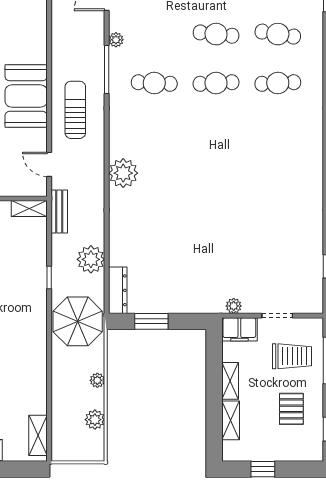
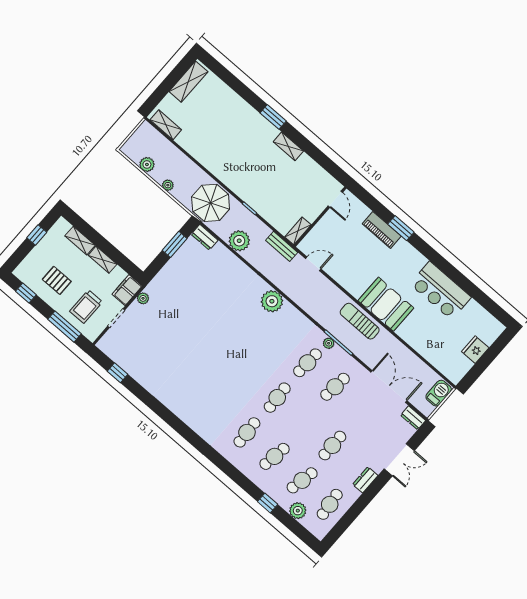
cafe table: (216, 34) -> (335, 387), moved
plant: (116, 40) -> (329, 343), moved
booth: (26, 96) -> (386, 304), moved
sun lounger: (75, 110) -> (360, 321), moved, turned 180
dresser: (118, 290) -> (205, 237), width x0.70

